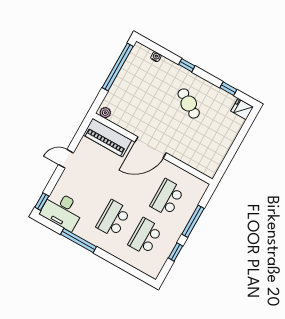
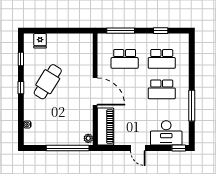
window: (187, 65) -> (21, 88), moved
window: (118, 67) -> (68, 148), moved
cafe table: (189, 103) -> (48, 82), width x1.37, depth x1.35
fridge: (242, 109) -> (40, 41), moved
desk: (62, 210) -> (166, 133), moved, turned 90
window: (193, 221) -> (121, 31), moved

